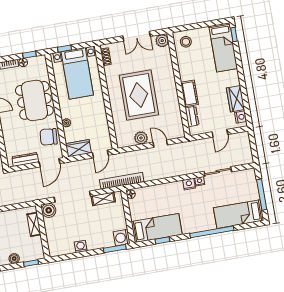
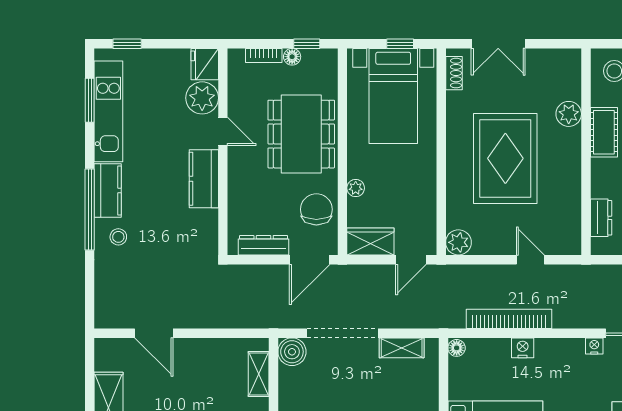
double door: (137, 36) -> (498, 44), moved
plant: (162, 41) -> (569, 114), moved
window: (64, 49) -> (400, 44), moved
cot: (189, 93) -> (604, 132), moved
chair: (49, 137) -> (316, 209), turned 85
plant: (141, 138) -> (458, 242), moved
bookcase: (122, 181) -> (509, 319), moved
nightstand: (189, 184) -> (523, 348), moved

